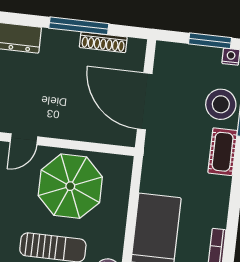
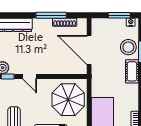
door: (24, 139) -> (30, 77), hinge flipped
parasol: (70, 186) -> (68, 100), moved

